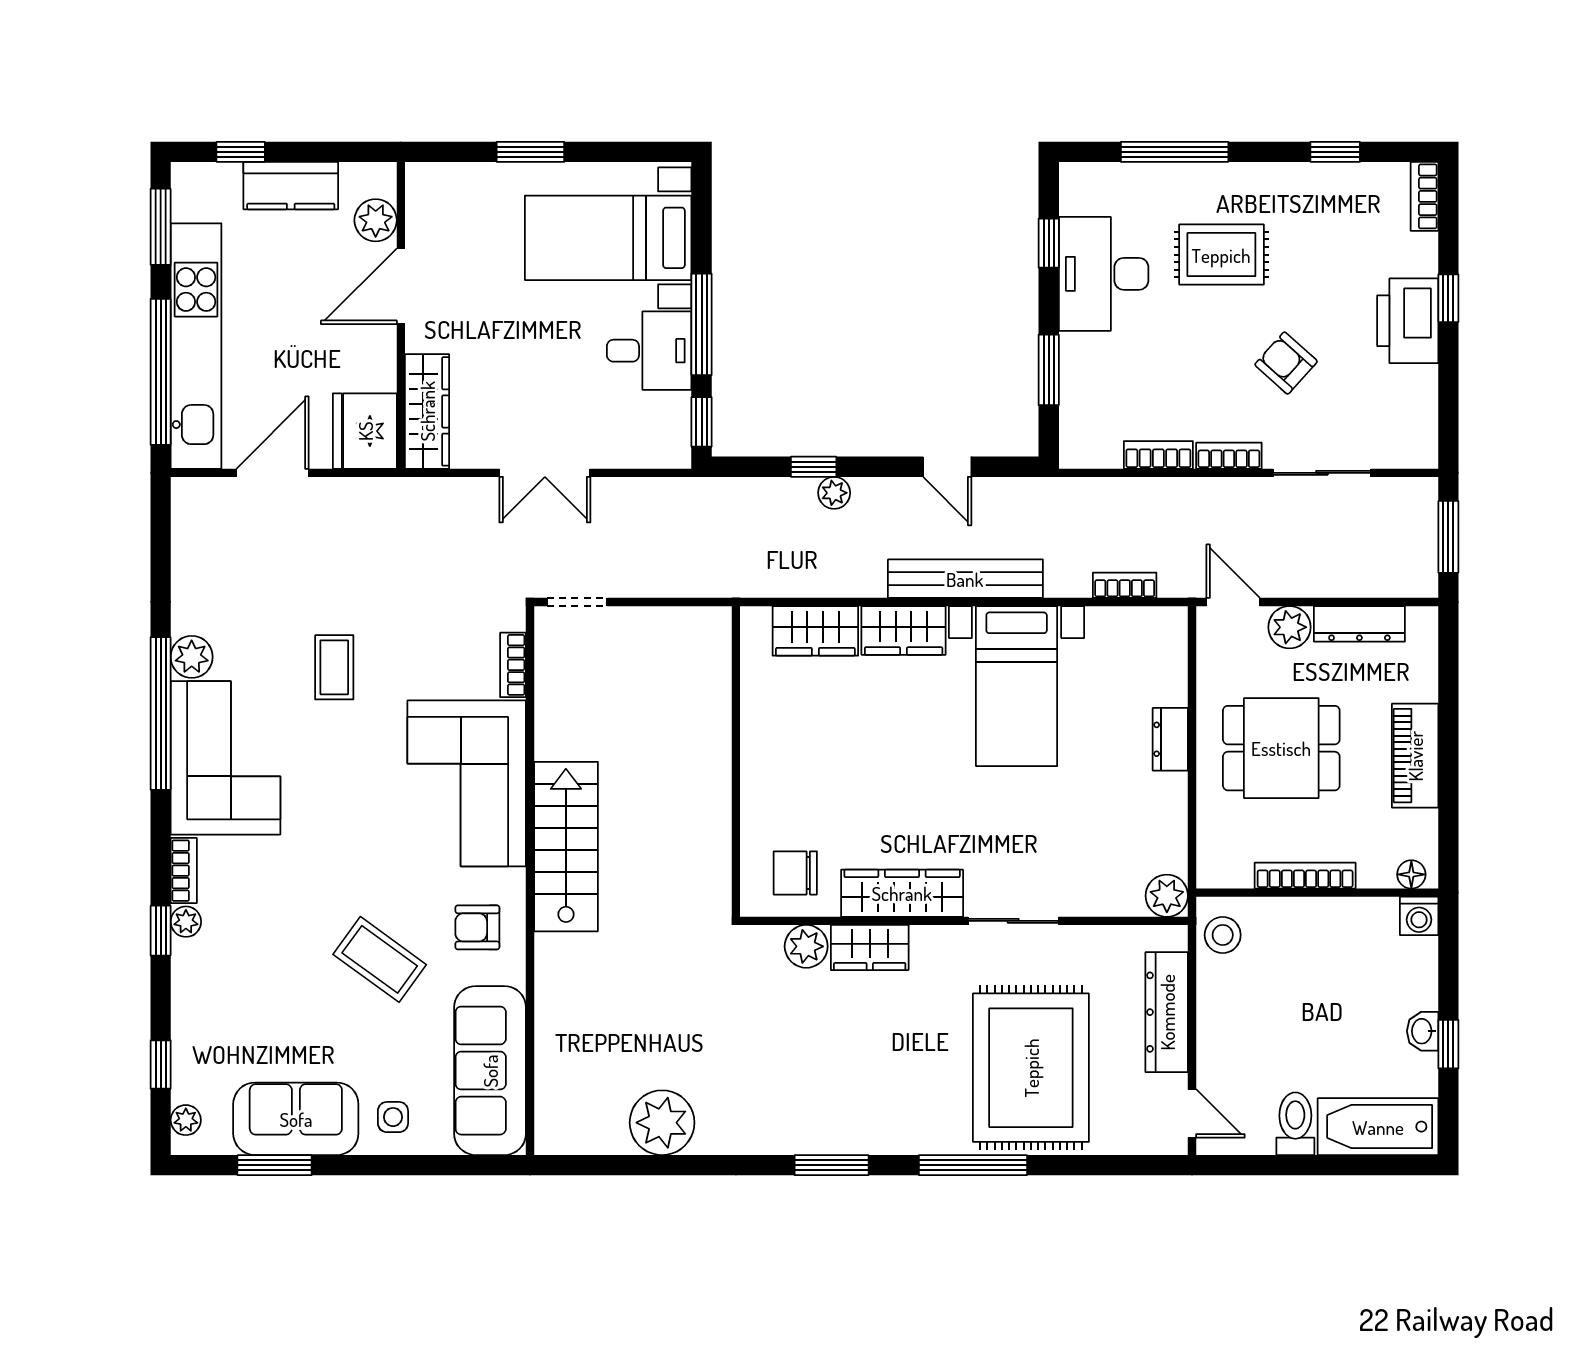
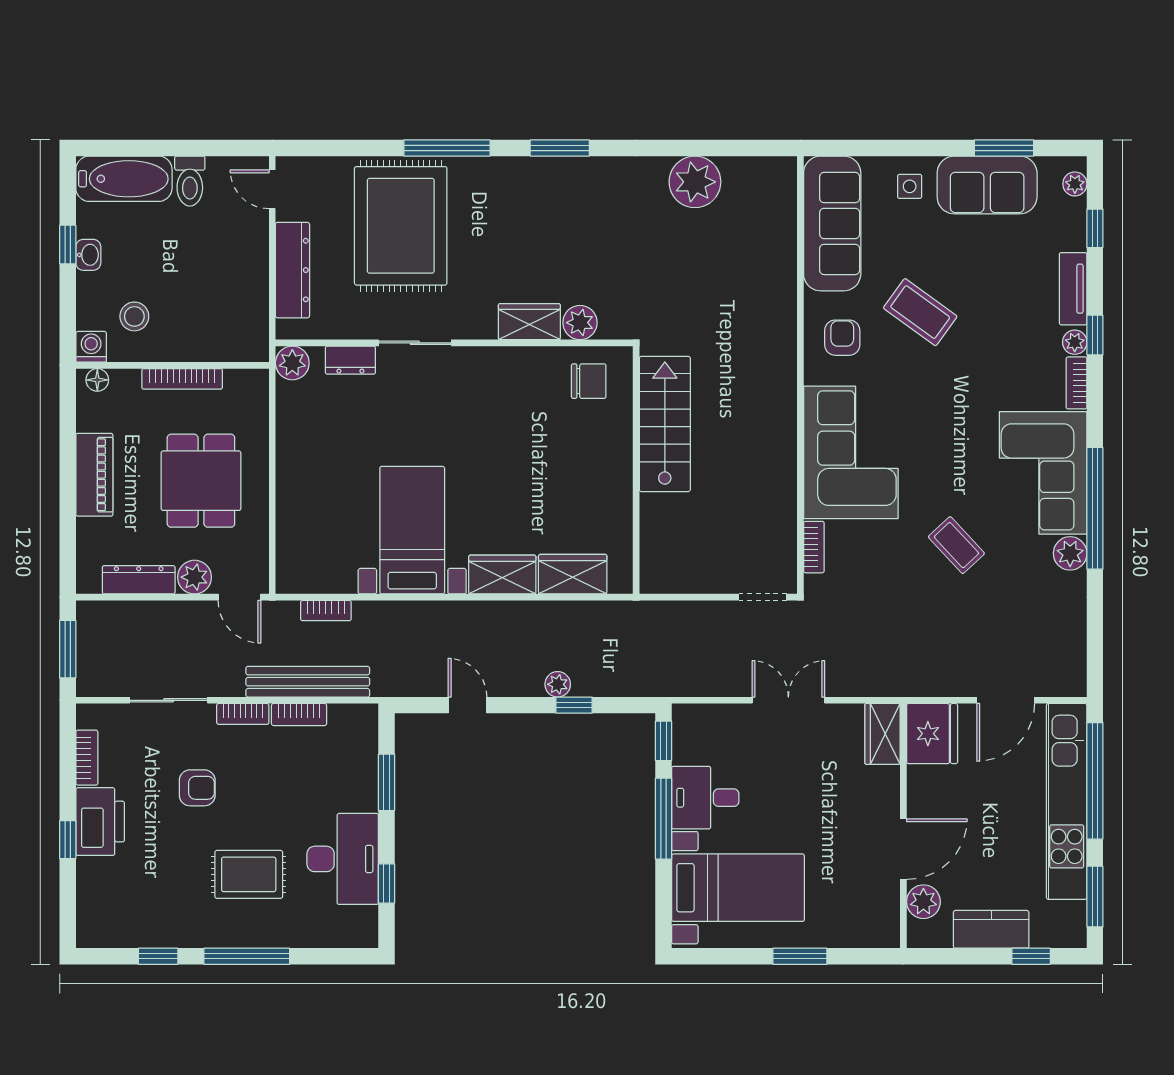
window: (1175, 152) -> (247, 956), moved
bookcase: (1424, 196) -> (87, 758), moved
armchair: (1286, 363) -> (197, 788), turned -42
wardrobe: (427, 411) -> (882, 734), width x0.67
bench: (965, 579) -> (308, 682), moved
coffee table: (334, 667) -> (956, 545), turned -43
dresser: (1170, 739) -> (350, 360), moved, turned 90
dining table: (1281, 748) -> (201, 481), turned 90
stairs: (566, 847) -> (665, 424), moved, turned 180
wardrobe: (902, 893) -> (504, 365), removed
armchair: (477, 927) -> (842, 338), turned -90
stool: (1223, 935) -> (134, 316), moved
tv unit: (188, 989) -> (1073, 289), added

